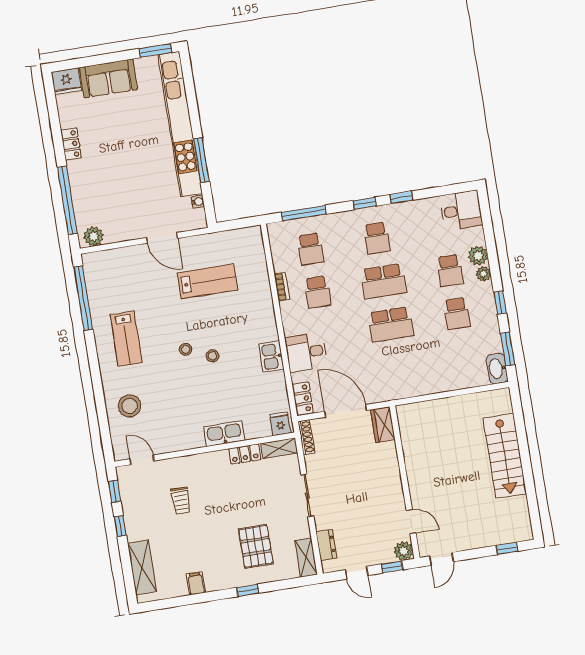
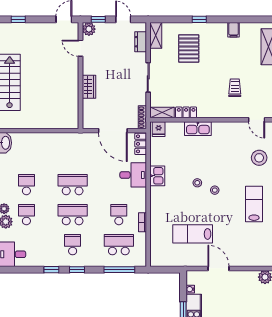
school desk: (311, 249) -> (119, 245), width x1.85
wardrobe: (383, 425) -> (89, 87), moved

